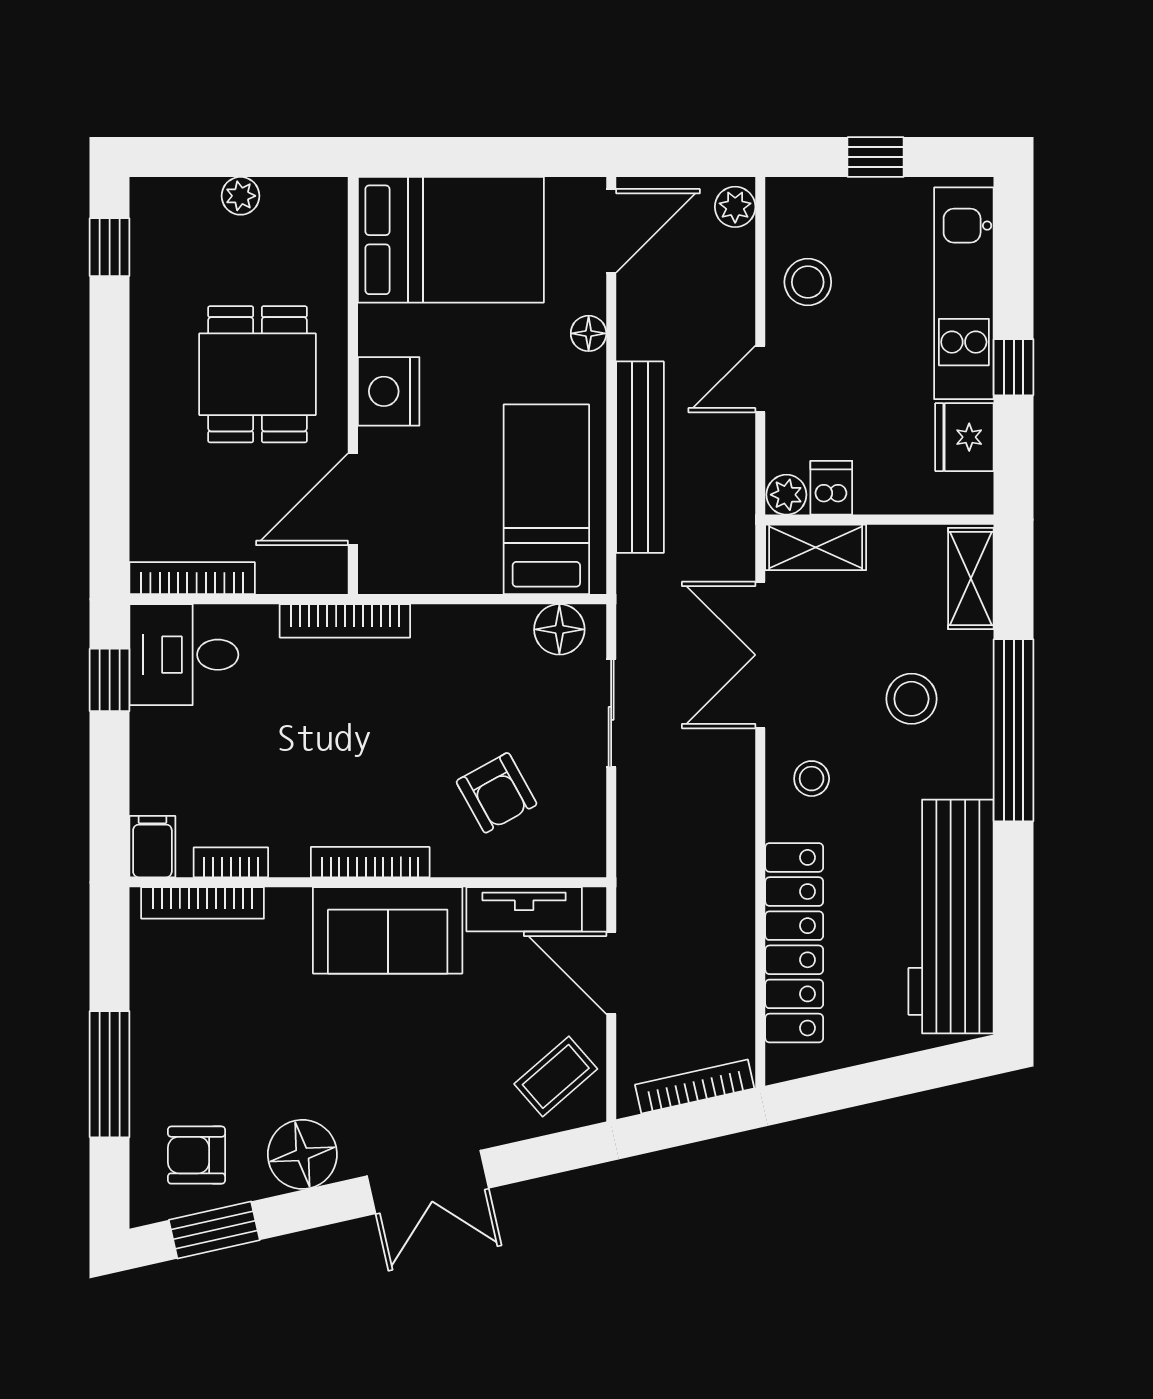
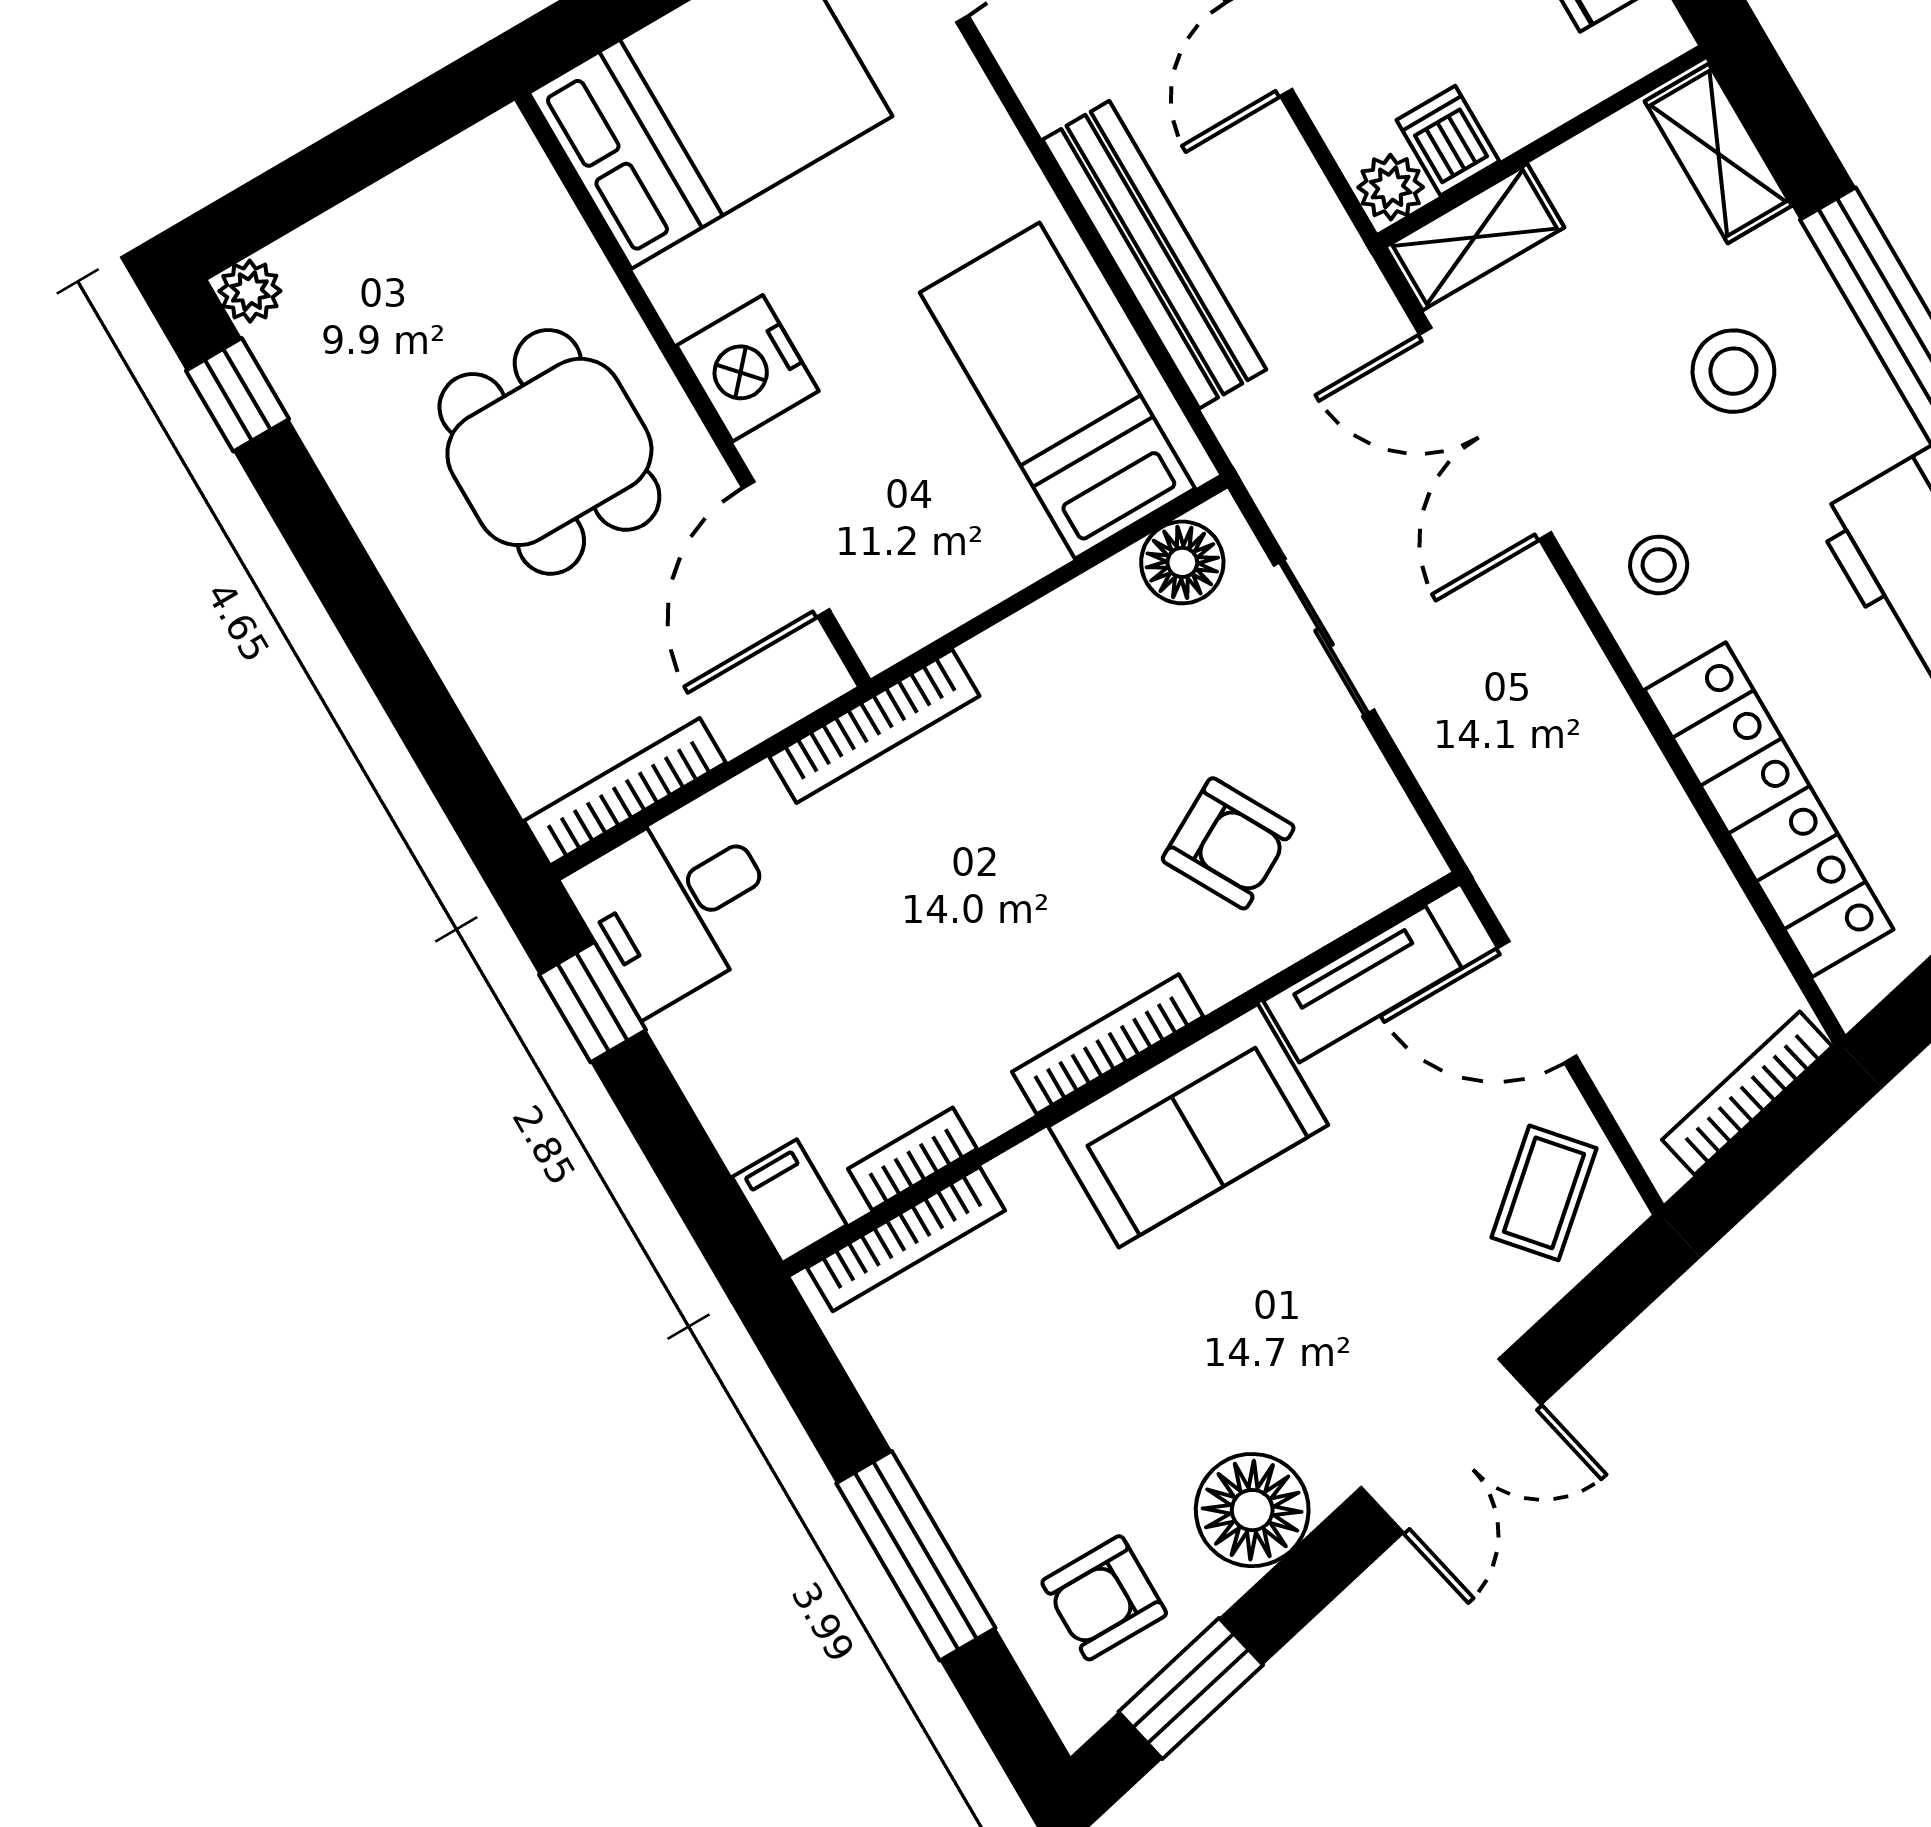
plant: (240, 196) -> (250, 291), moved
floor lamp: (589, 333) -> (981, 123), removed

